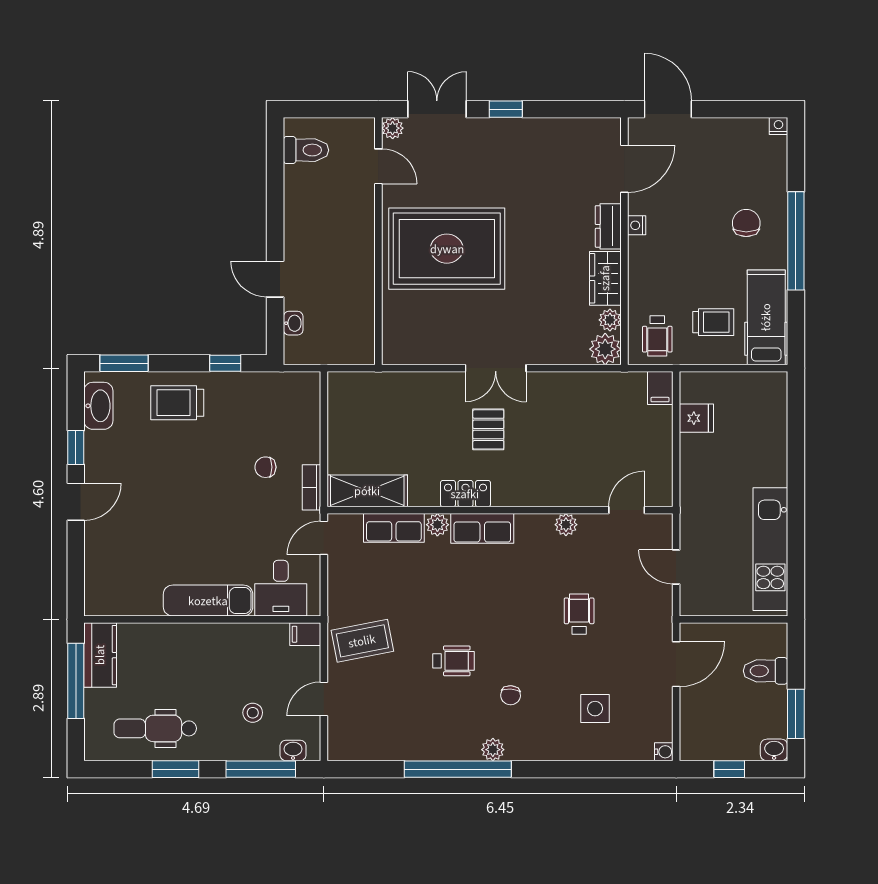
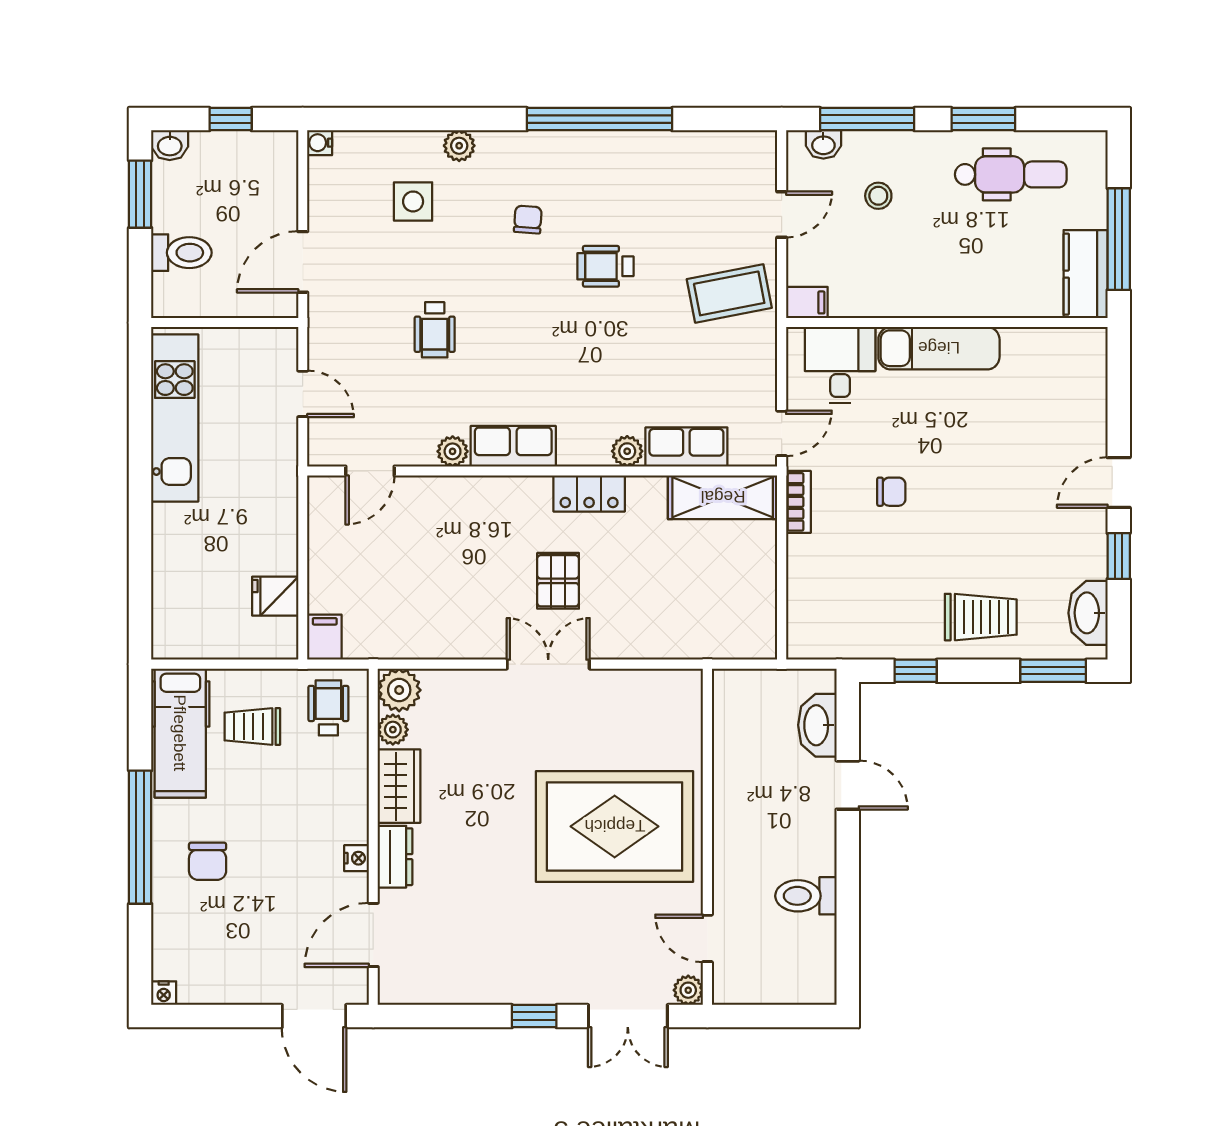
toilet: (306, 150) -> (806, 896), moved
washbasin: (293, 323) -> (817, 725), width x1.91, depth x1.45
chair: (265, 467) -> (891, 492), moved
row of seats: (482, 528) -> (513, 446), moved
plant: (493, 750) -> (459, 146), moved

